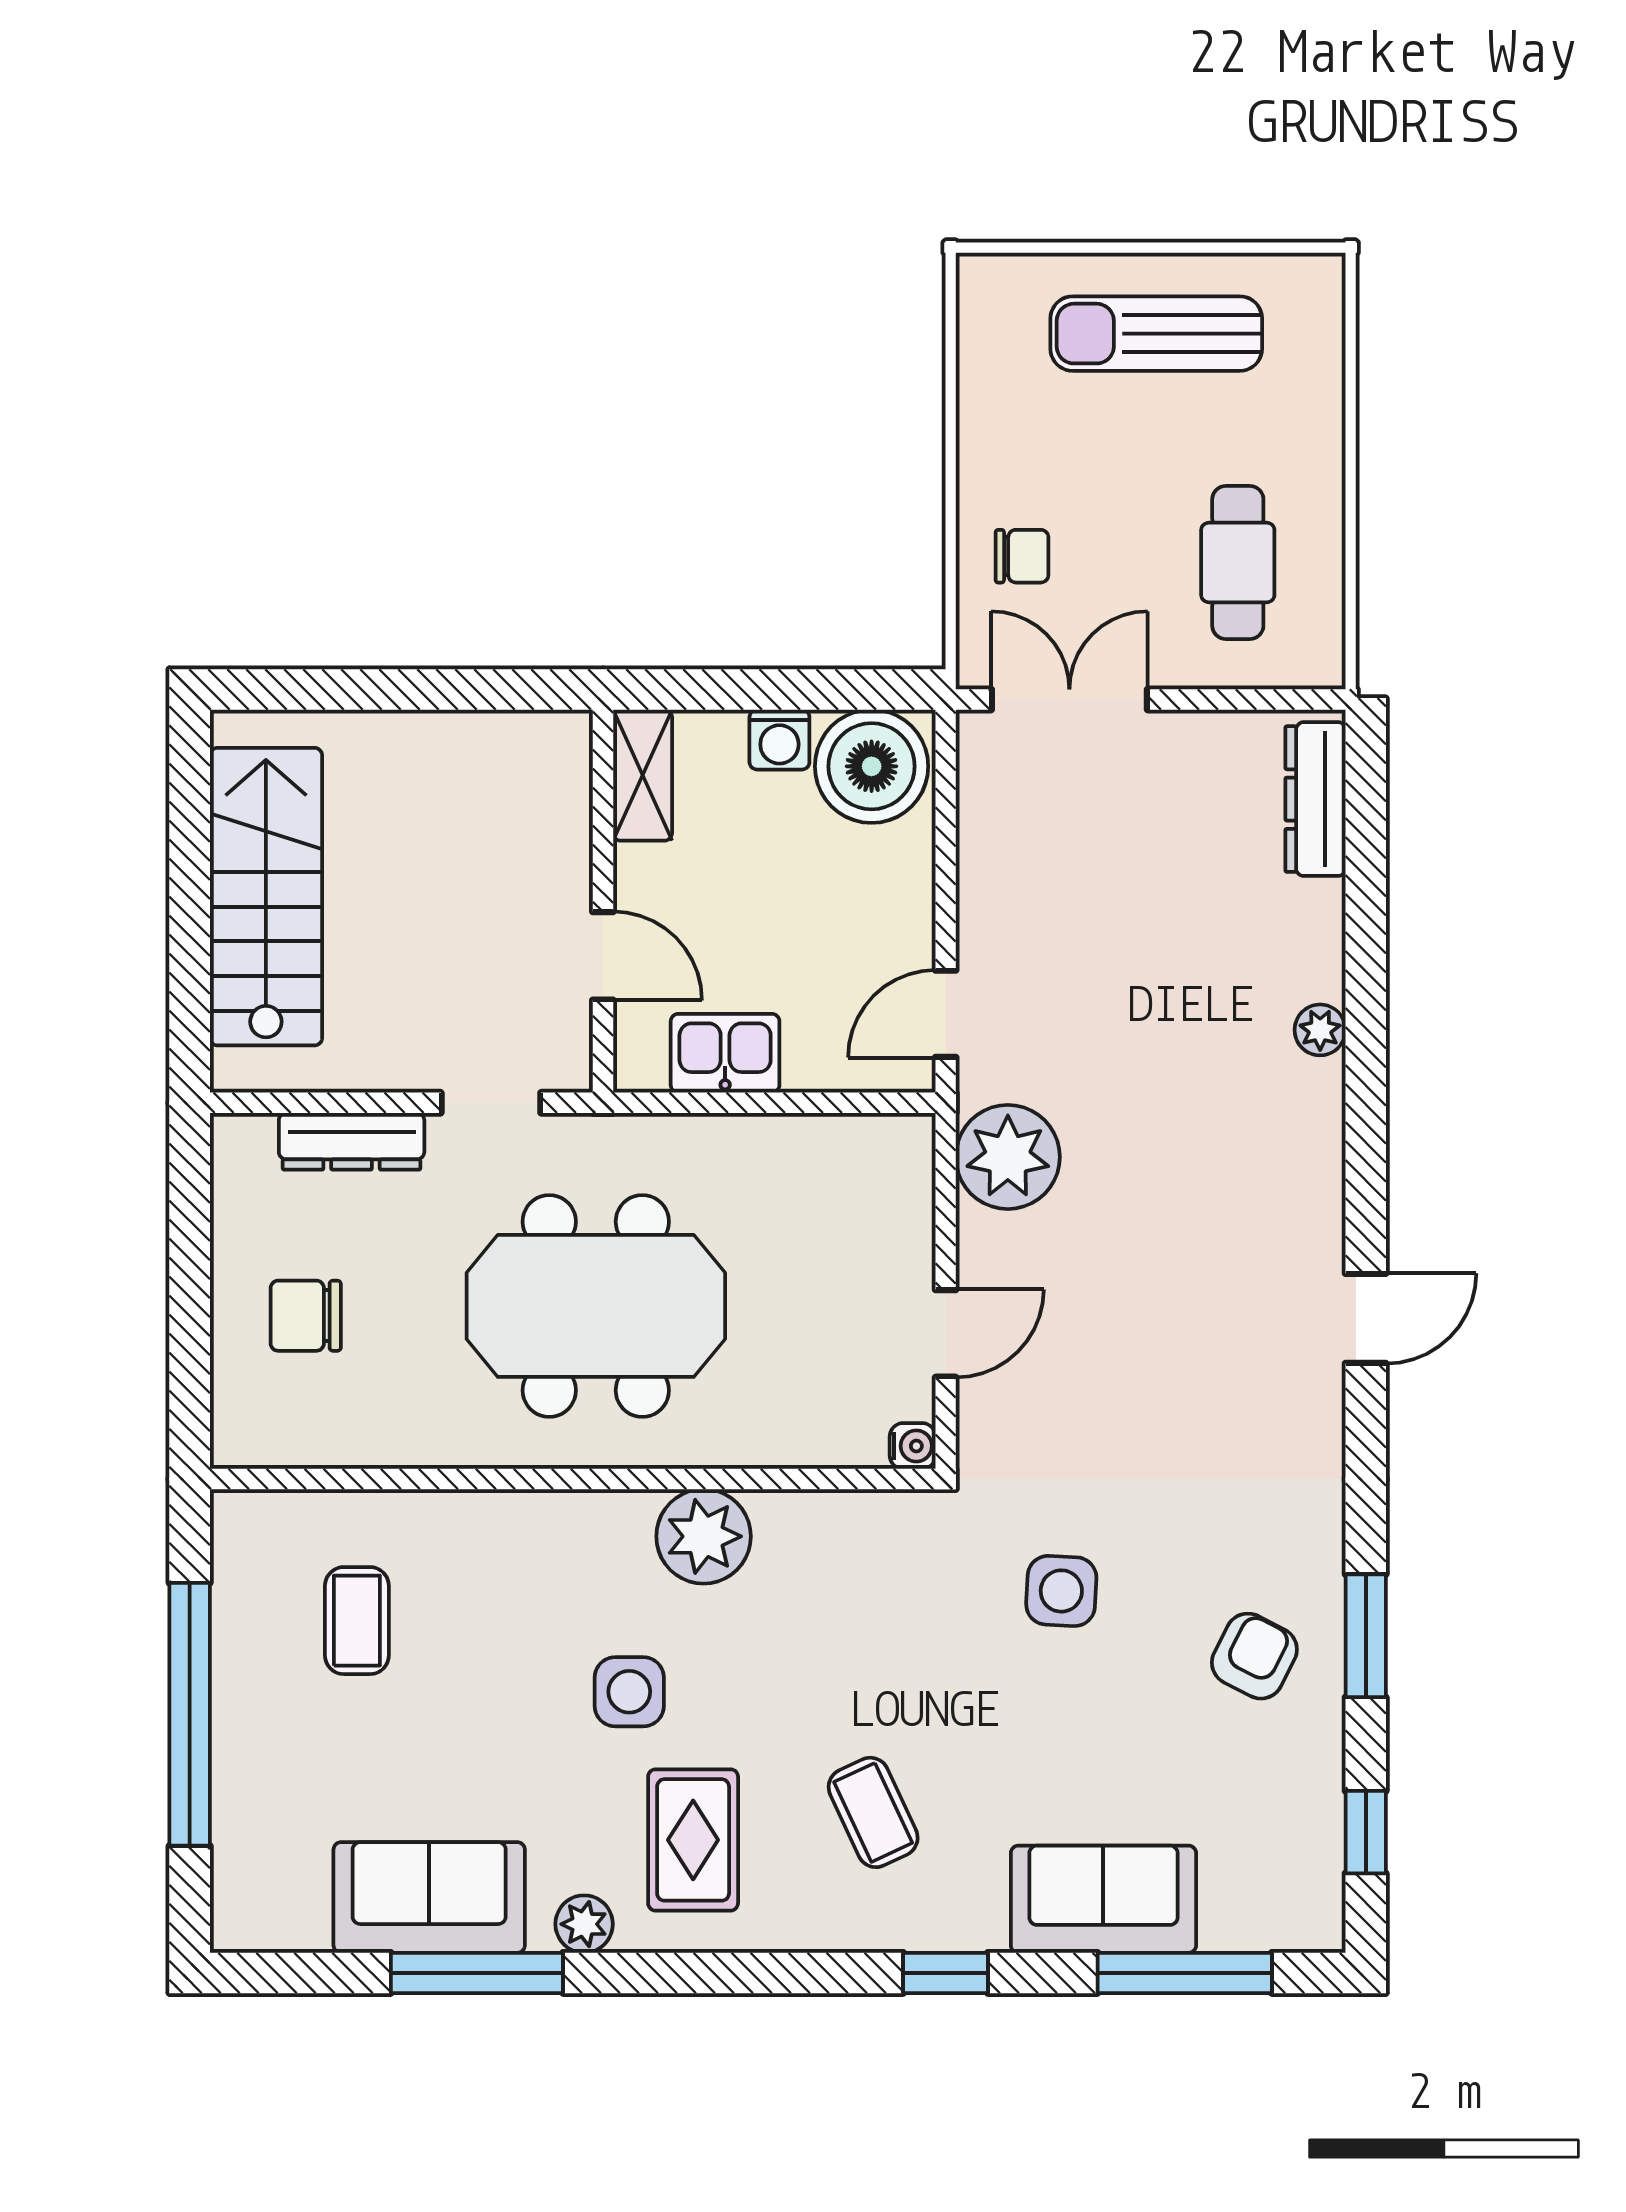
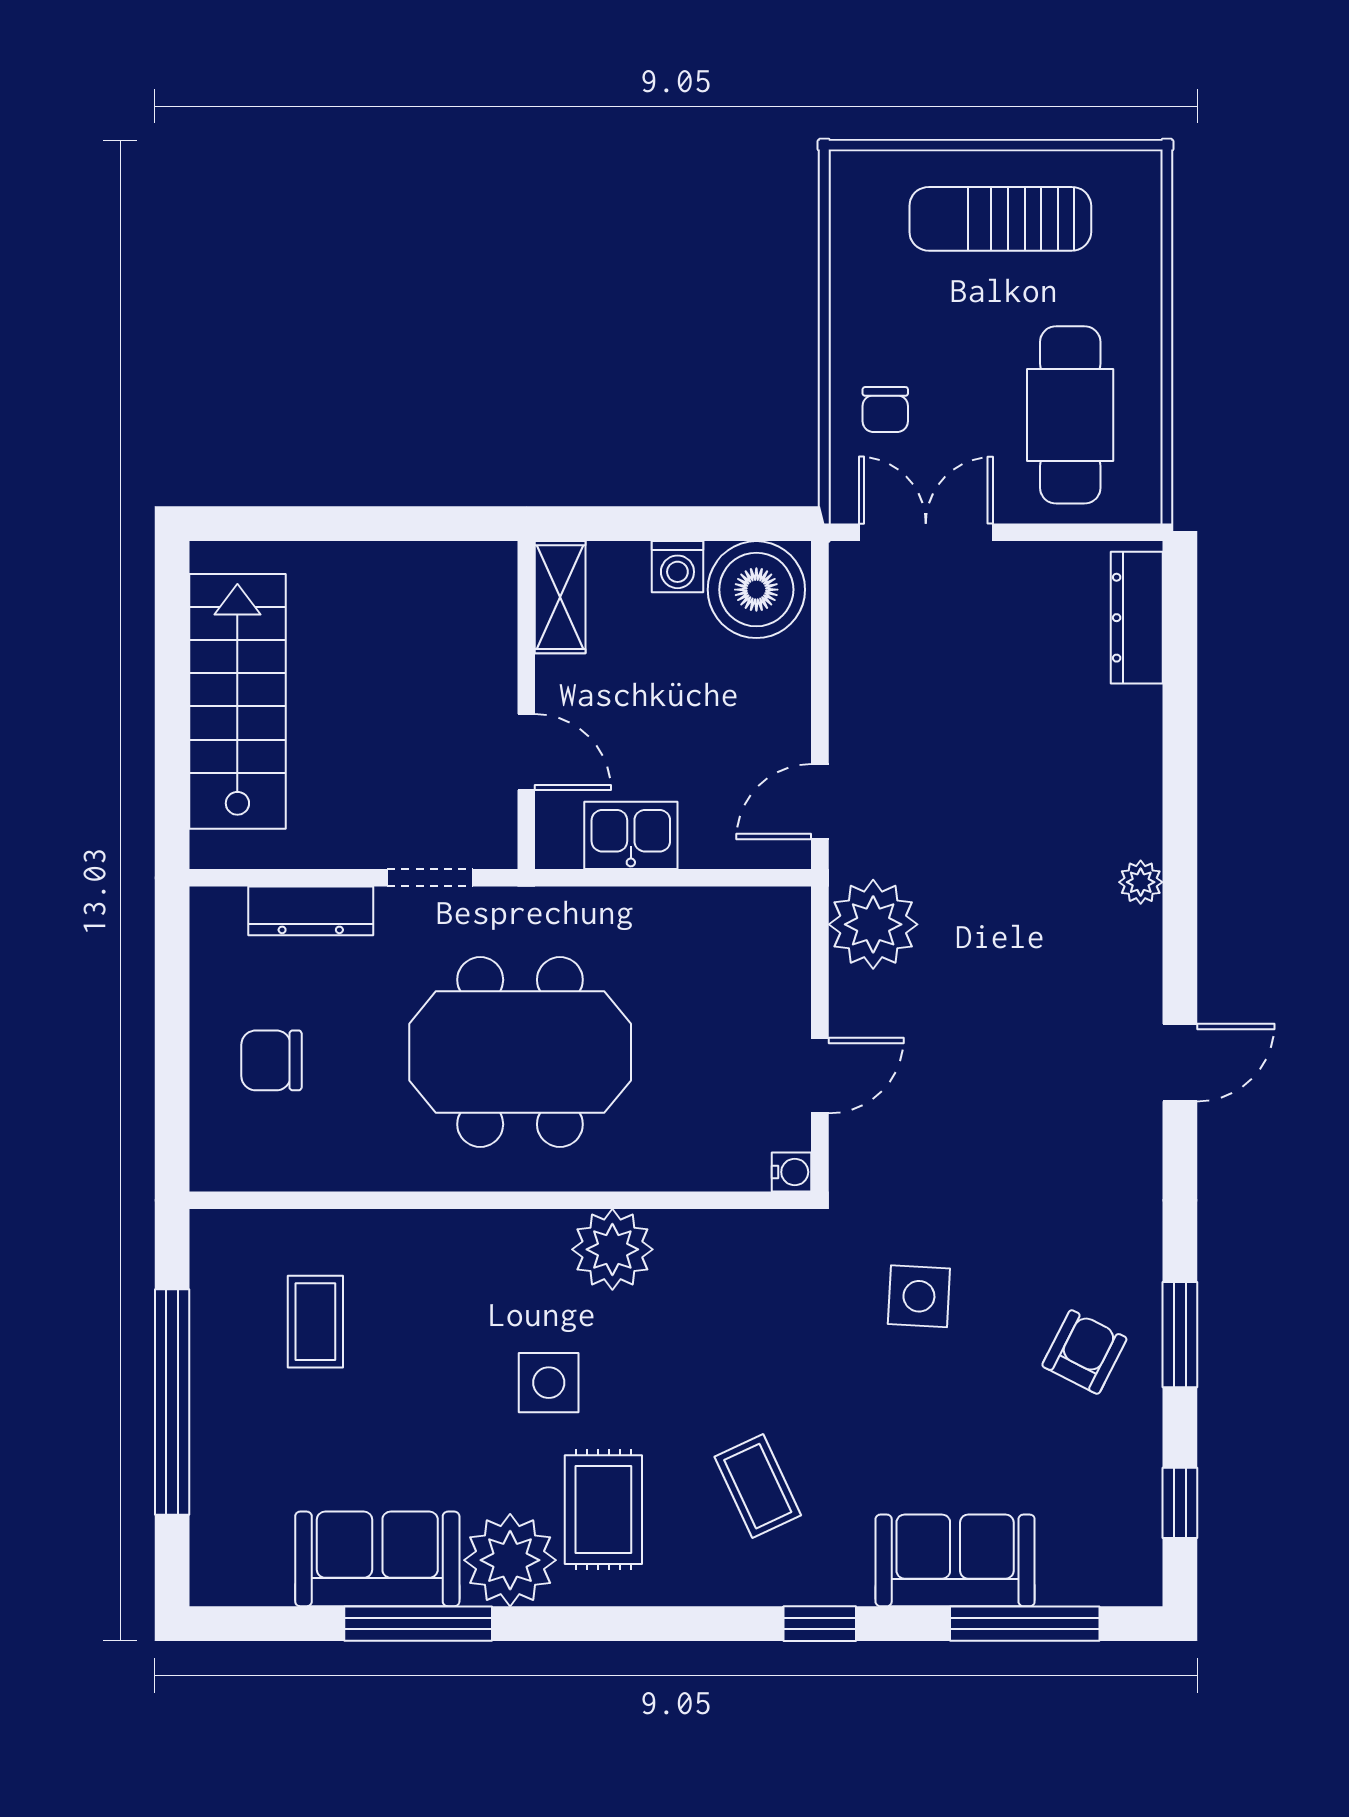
chair: (1022, 556) -> (885, 410), turned 90
cafe table: (1238, 562) -> (1070, 415), width x1.37, depth x1.35
plant: (1320, 1030) -> (1141, 882), moved
plant: (584, 1924) -> (510, 1560), width x1.87, depth x1.87

